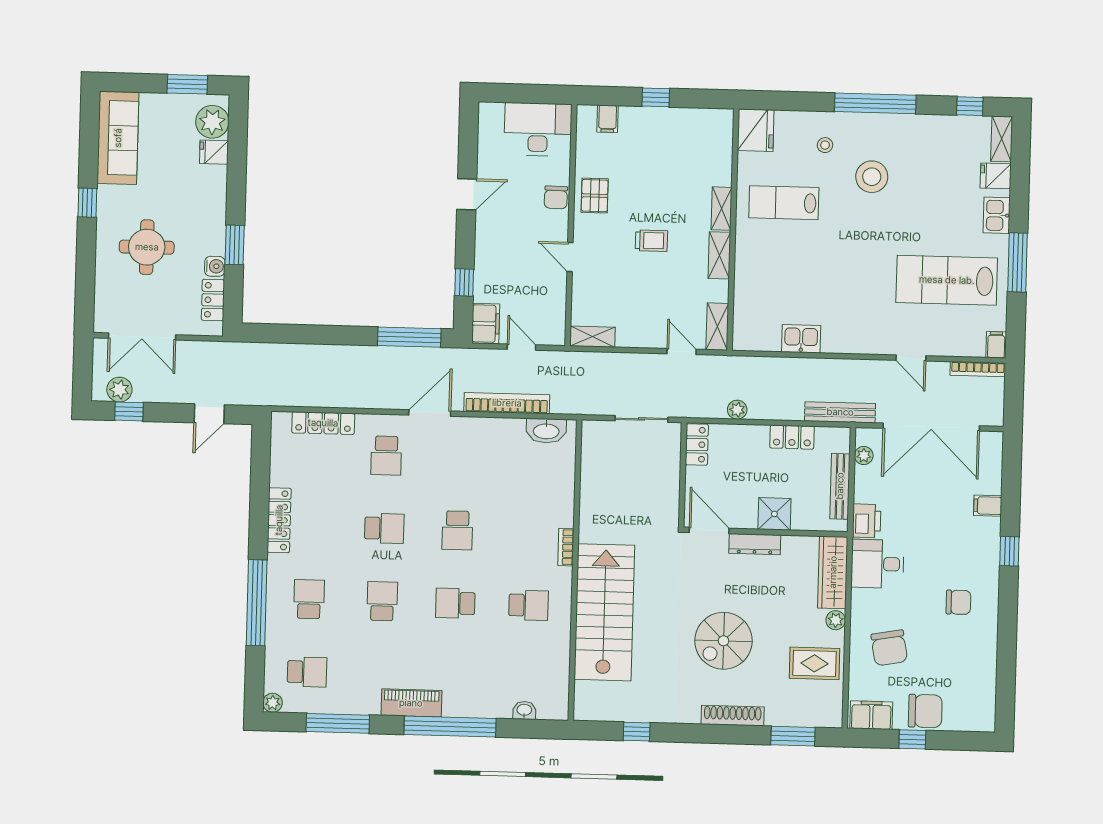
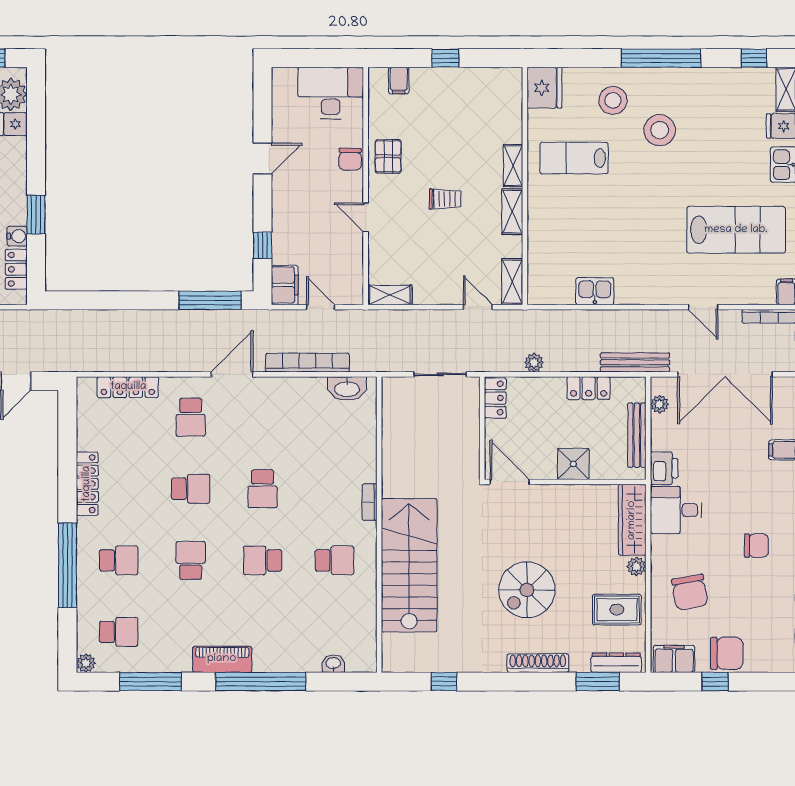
stool: (825, 145) -> (613, 100), width x1.89, depth x1.89
lab bench: (947, 280) -> (736, 230), turned 180
dresser: (755, 544) -> (616, 663), moved, turned 180
school desk: (309, 599) -> (119, 560), turned 90

